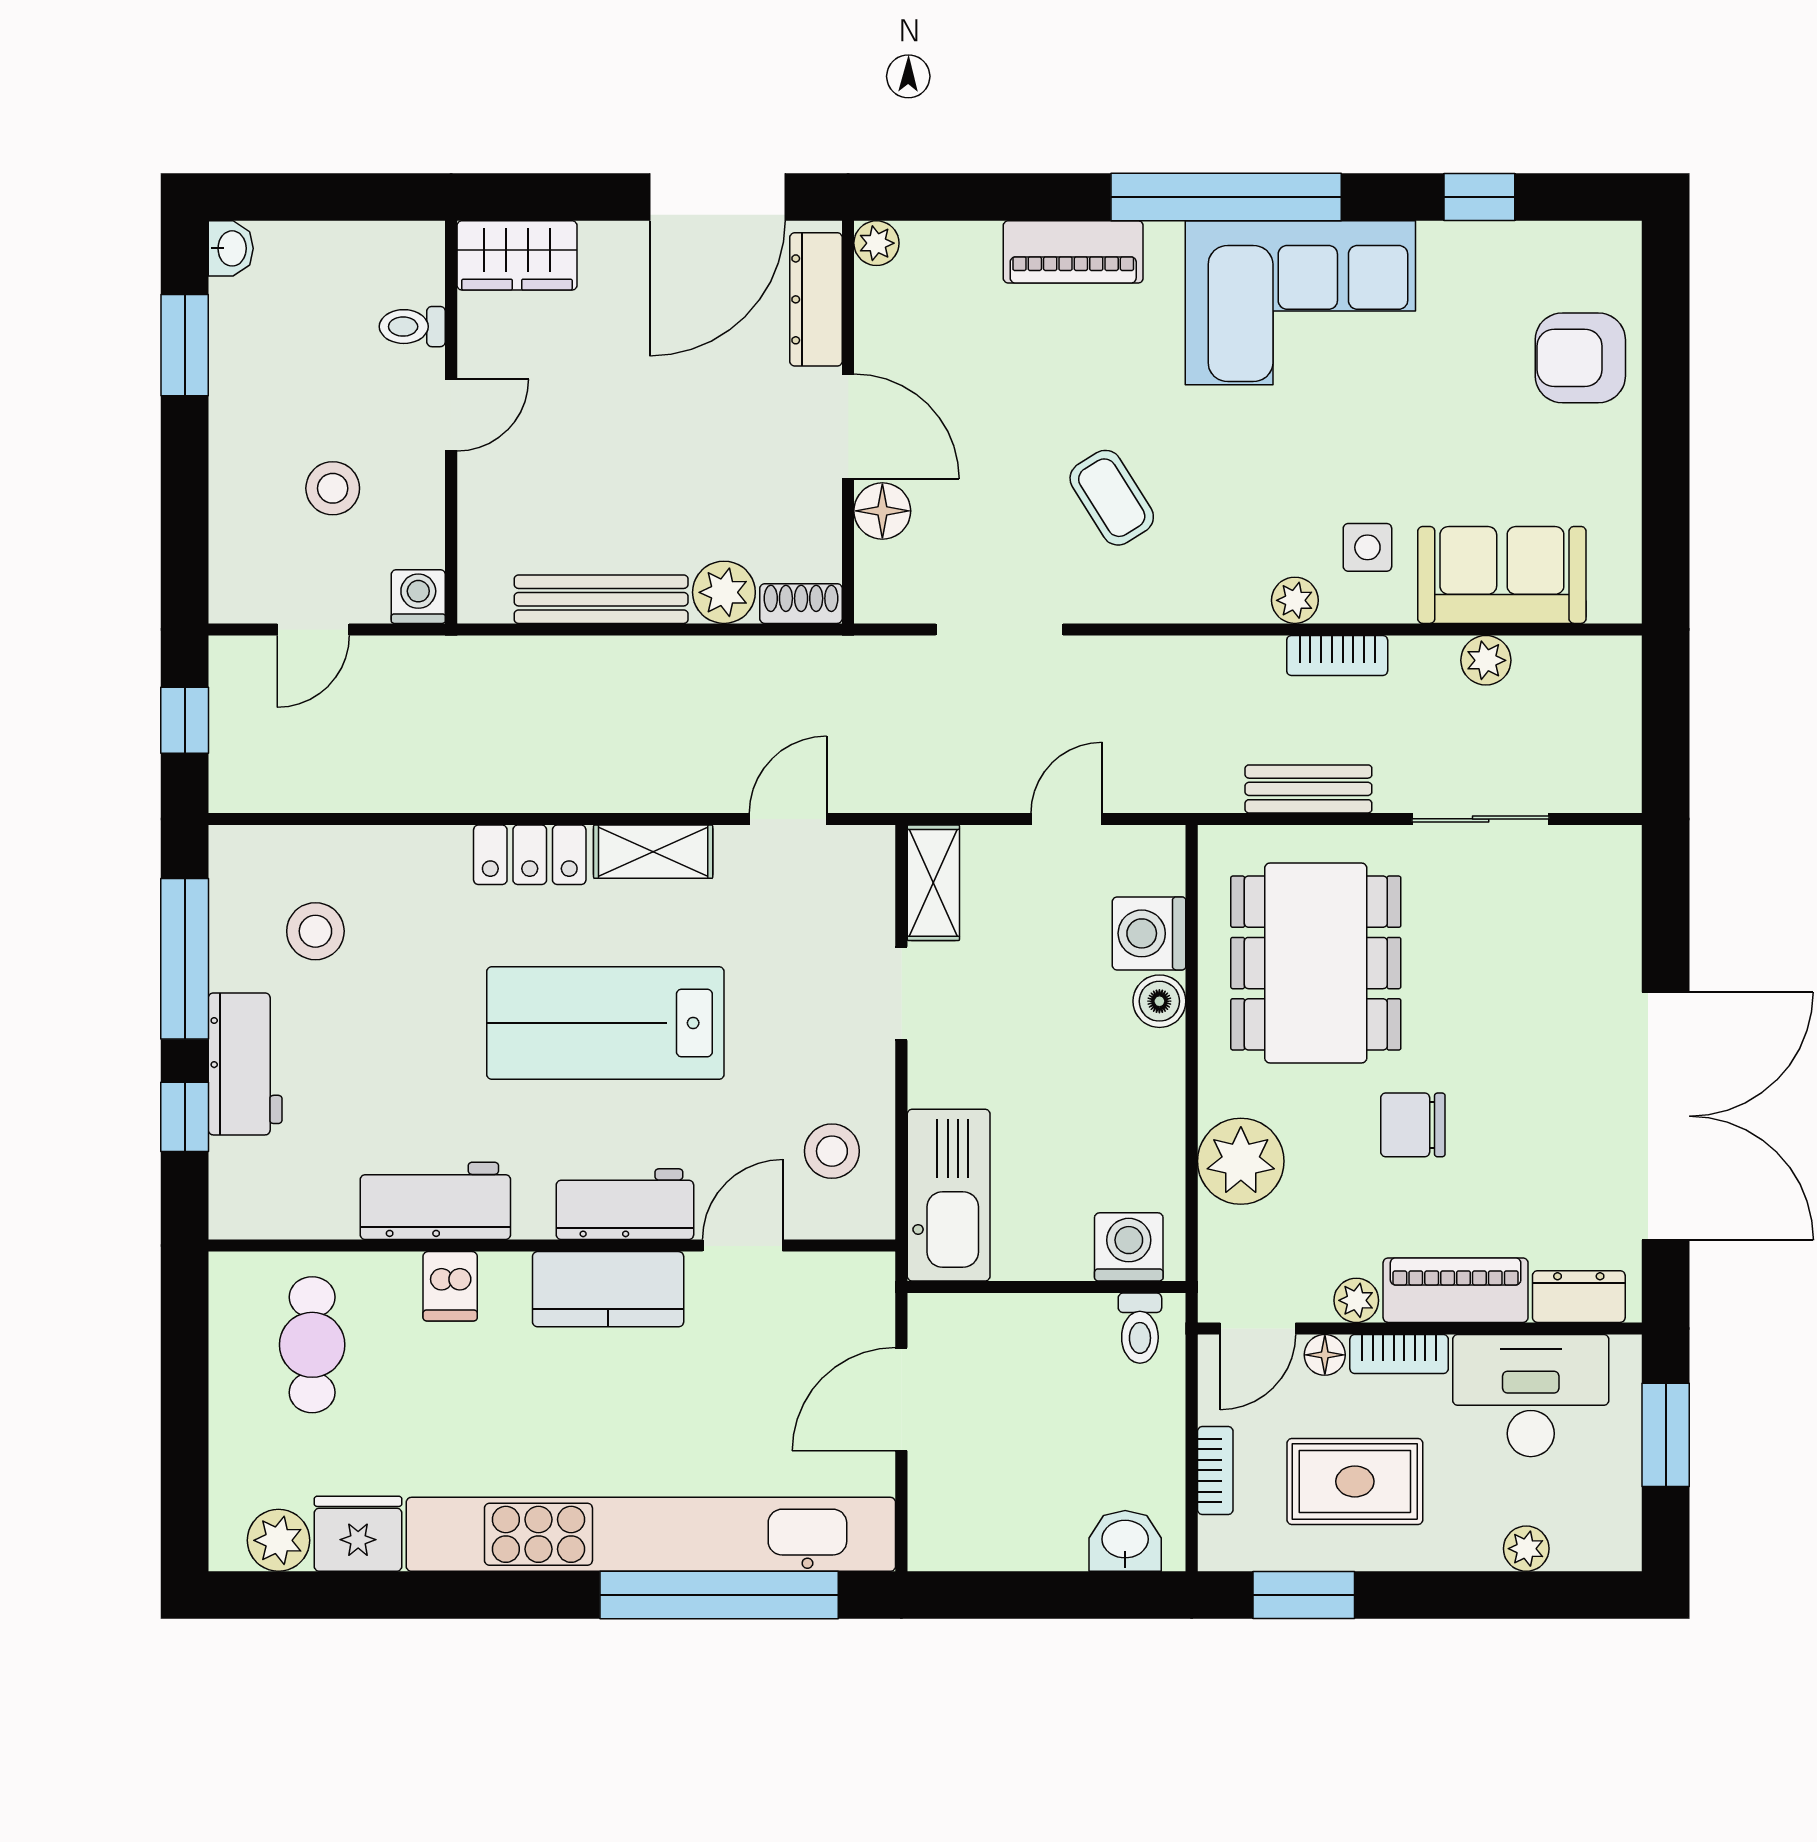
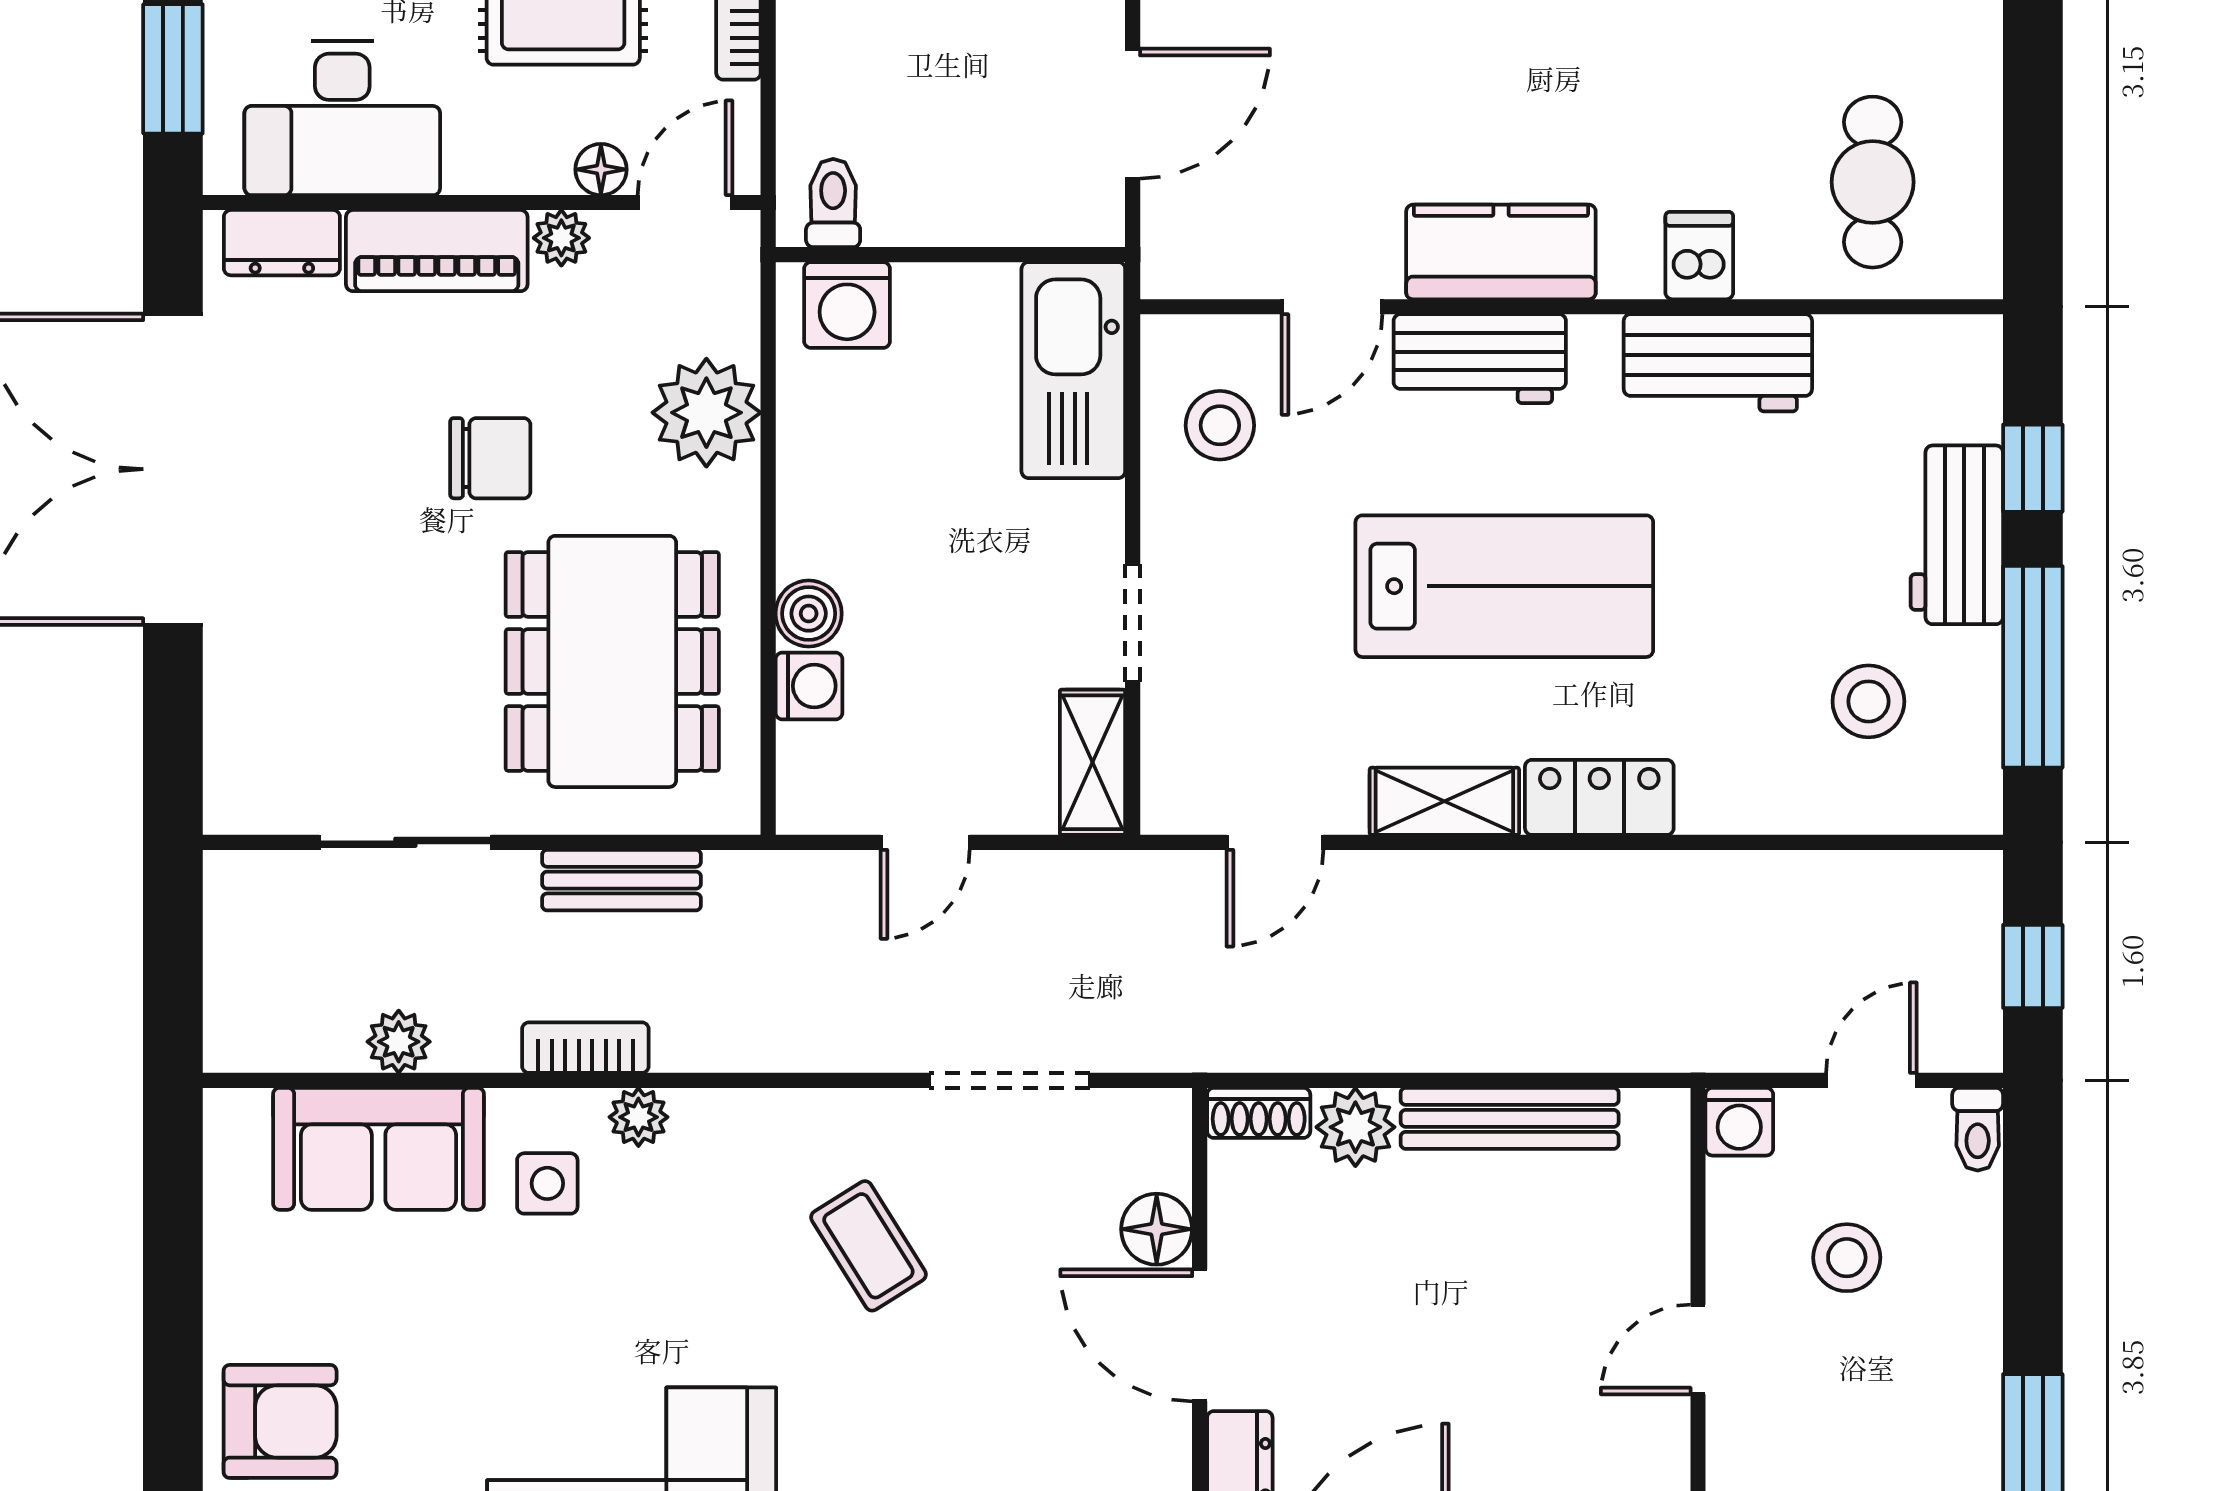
toilet: (412, 327) -> (1978, 1129), moved, turned 90
washing machine: (1149, 933) -> (809, 686), width x0.73, depth x0.73
bookcase: (1399, 1354) -> (508, 170), removed

